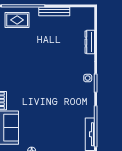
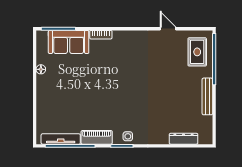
dresser: (90, 42) -> (184, 139), moved
piano: (89, 104) -> (97, 137), added

